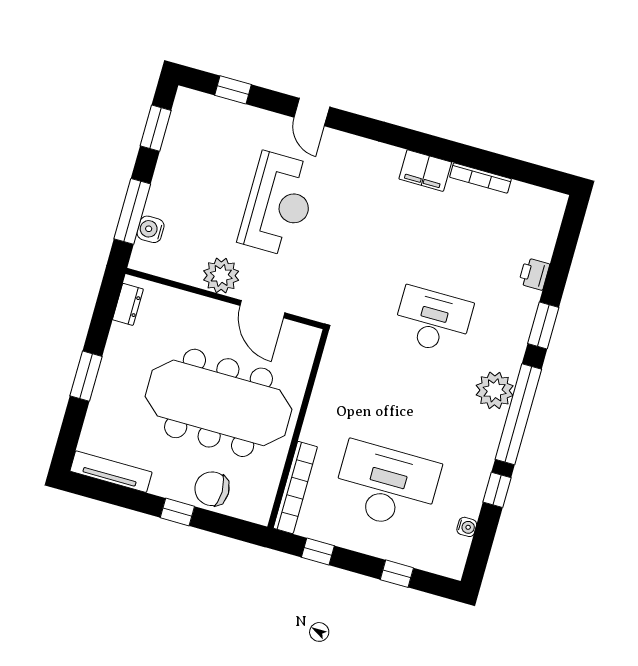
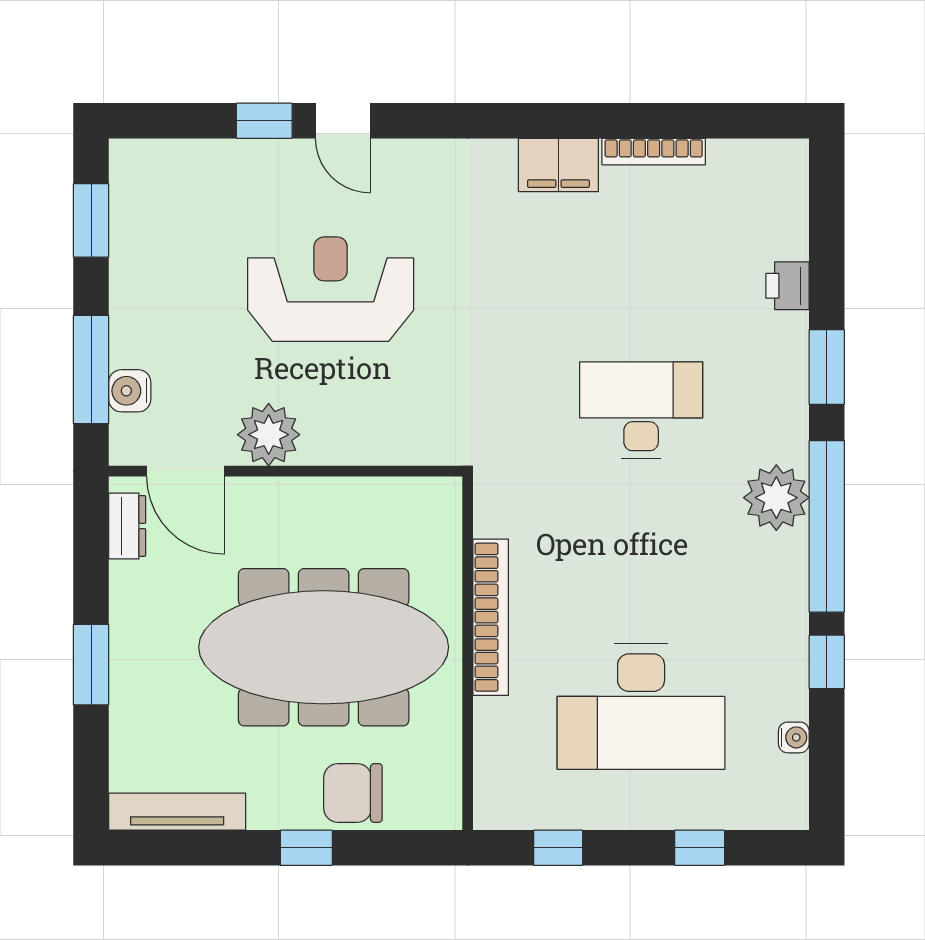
window: (233, 90) -> (264, 121), moved
reception desk: (279, 204) -> (331, 289), turned -90
door: (262, 309) -> (186, 471), moved
desk: (386, 486) -> (641, 707), turned 180
bookcase: (295, 487) -> (491, 617), moved

